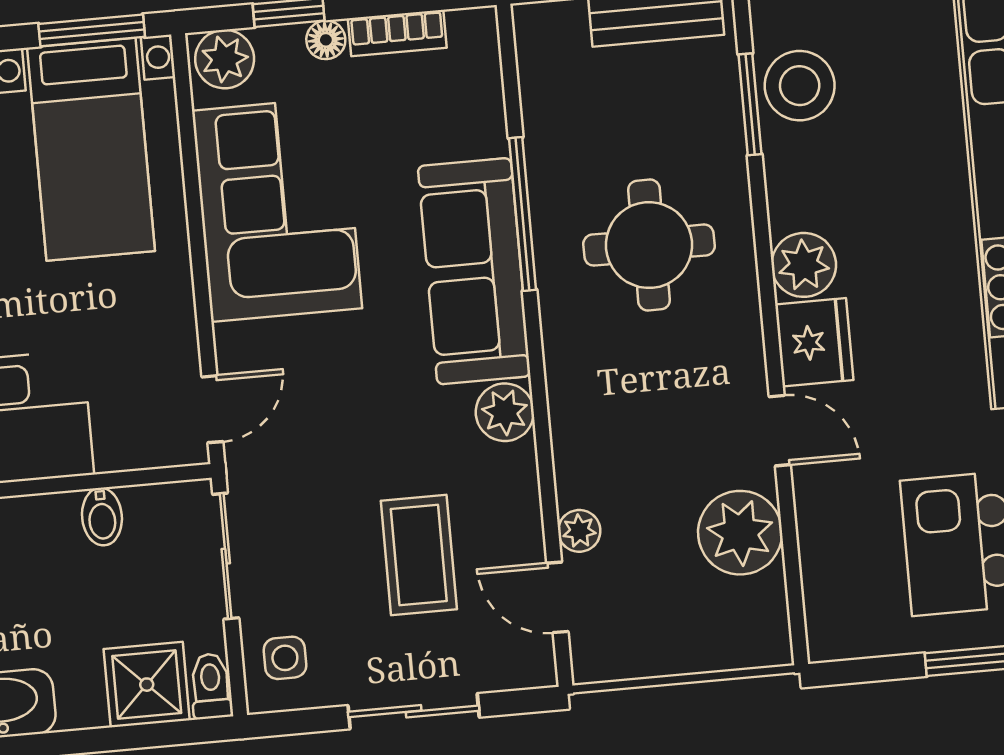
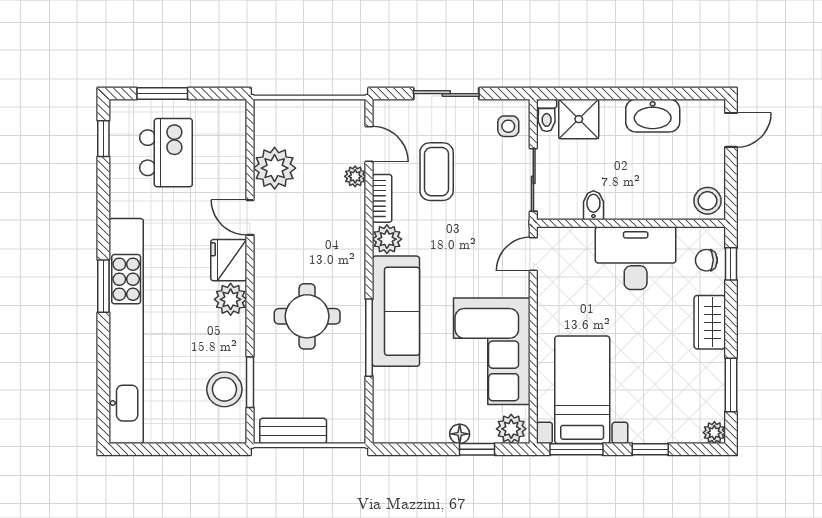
bookcase: (397, 33) -> (382, 198), moved, turned 90

